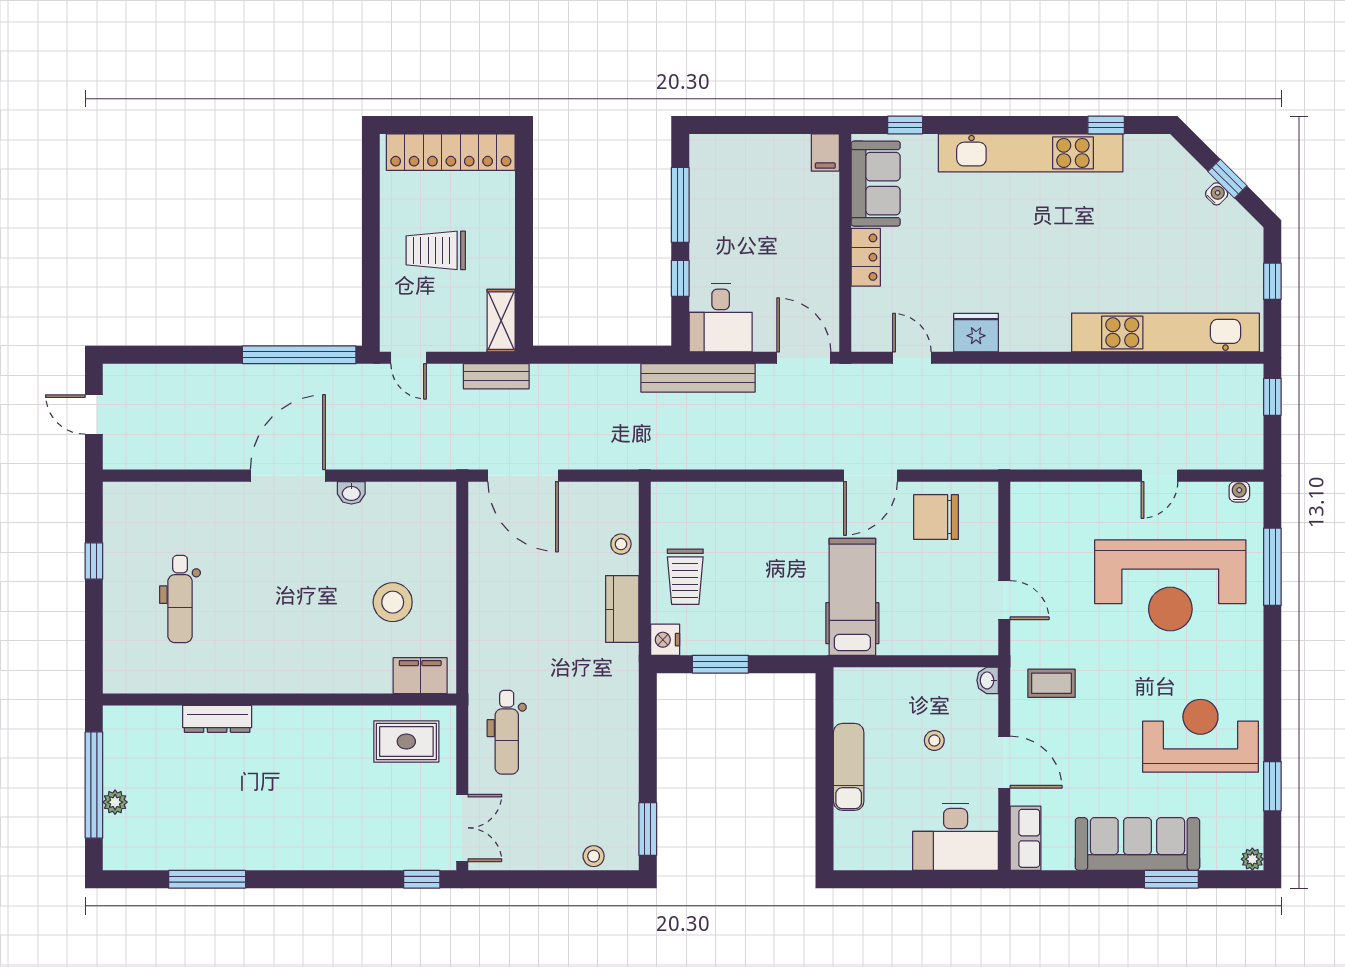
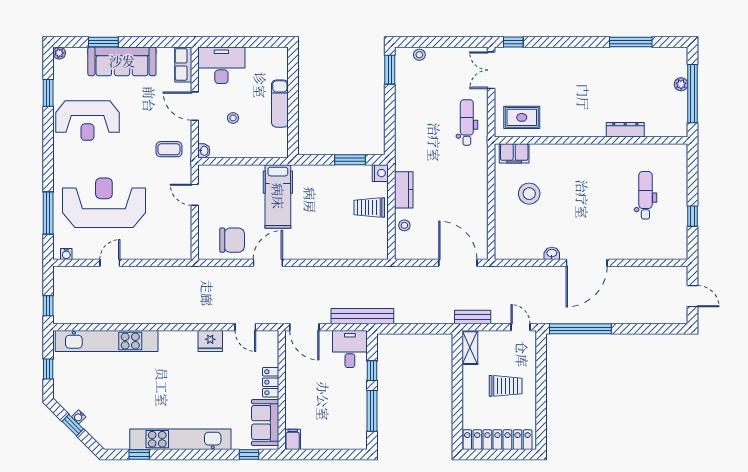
trolley: (685, 577) -> (369, 207), turned -90

